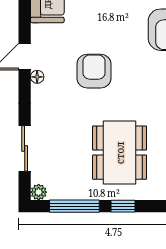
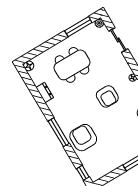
dining table: (120, 153) -> (72, 65), turned 90
window: (123, 206) -> (55, 40), removed

